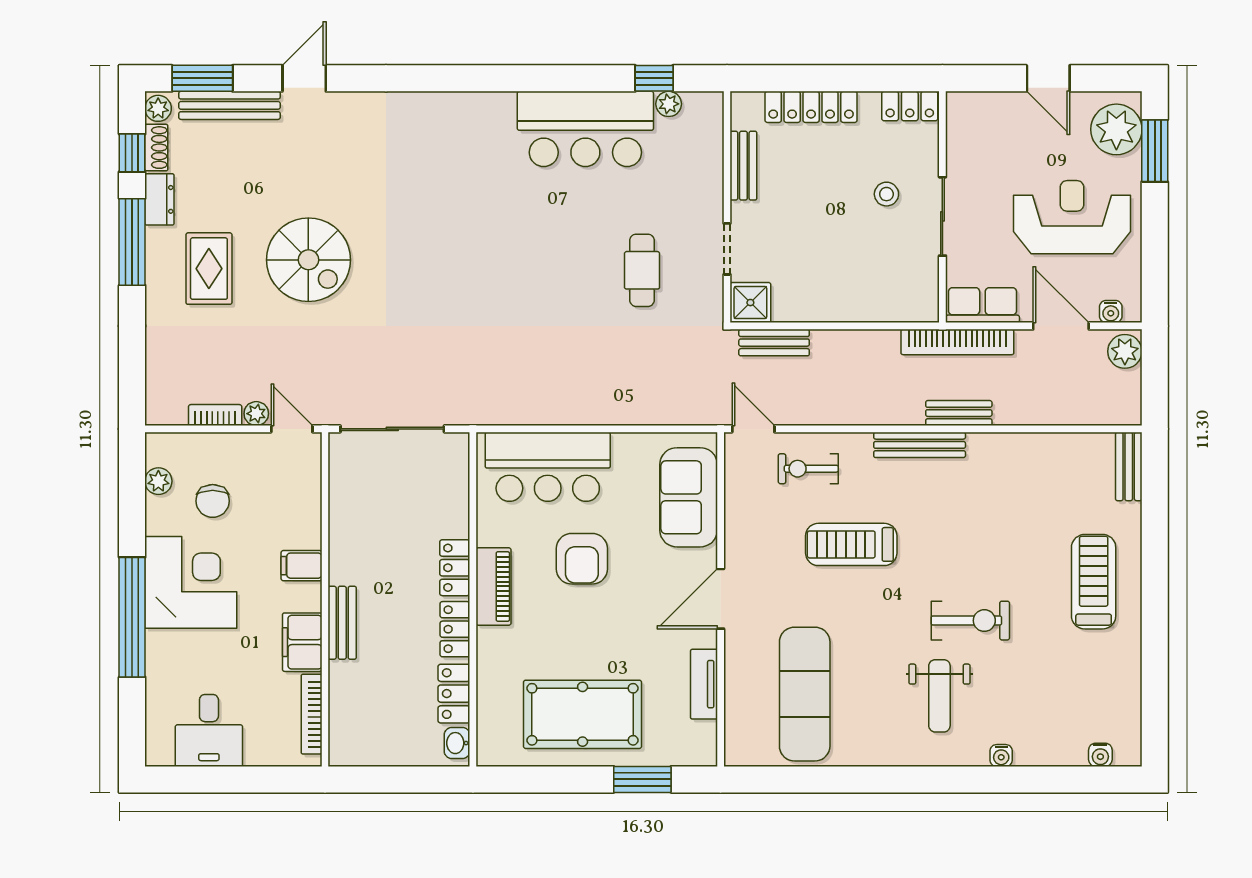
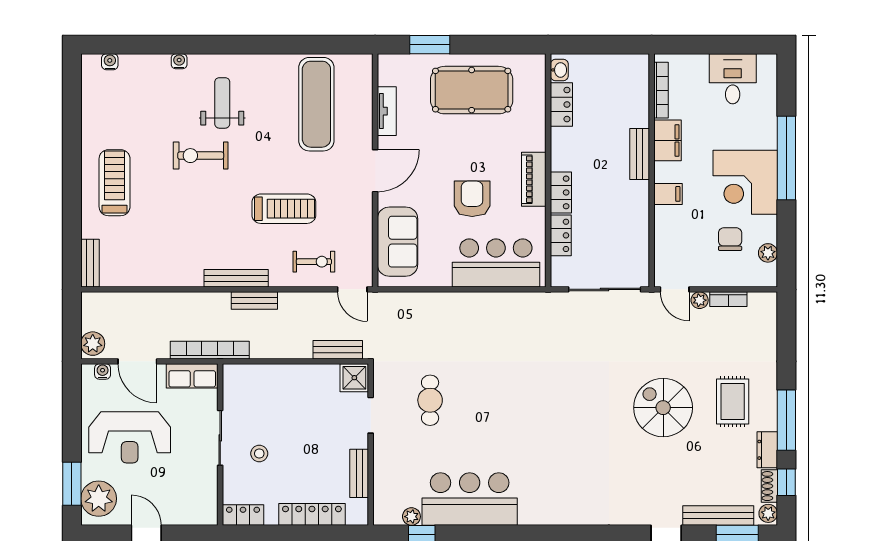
bench: (959, 413) -> (254, 301), moved
treadmill: (1094, 582) -> (115, 183), turned 180
locker: (455, 629) -> (561, 235), moved

